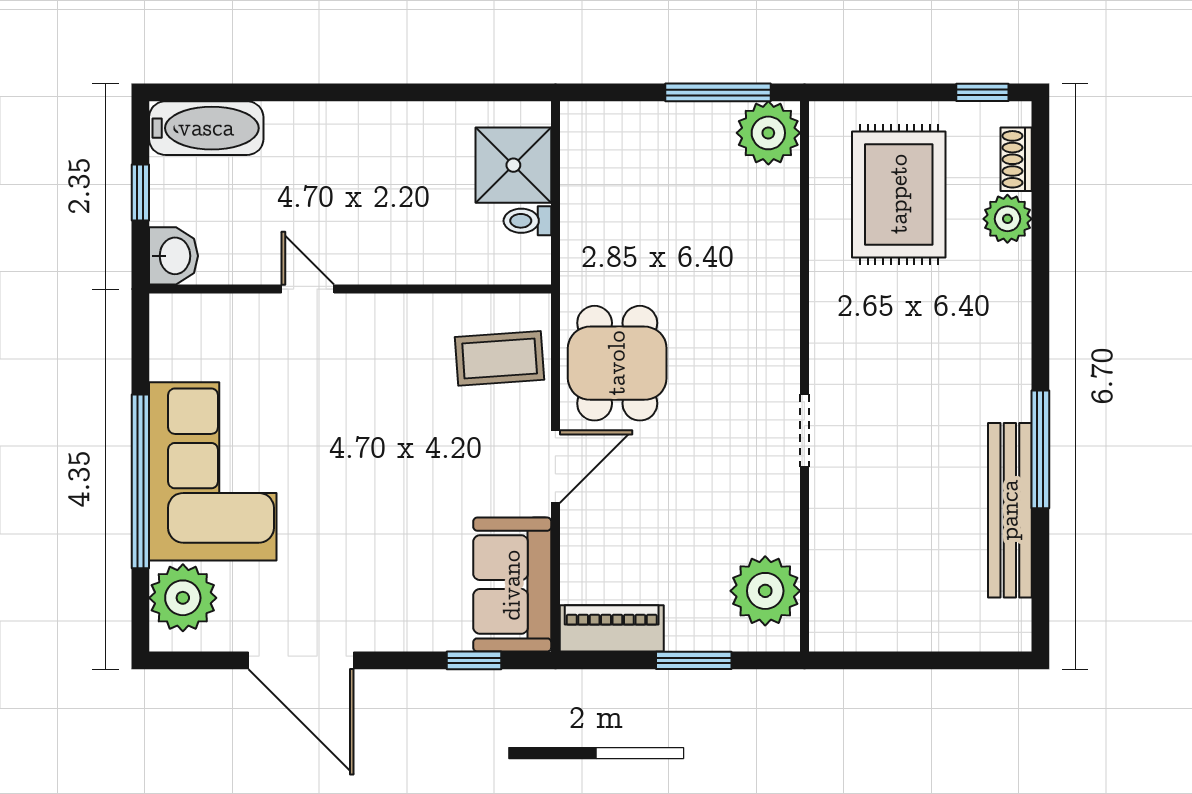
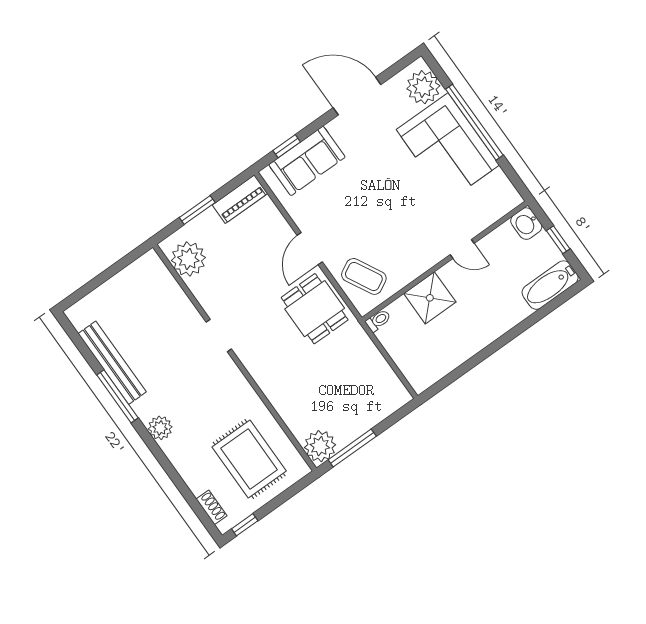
shower: (513, 165) -> (430, 298), moved
plant: (1007, 219) -> (160, 428), moved
toilet: (527, 221) -> (378, 320), moved
coffee table: (500, 358) -> (364, 276), turned 66
sofa: (512, 585) -> (307, 161), moved, turned 90

